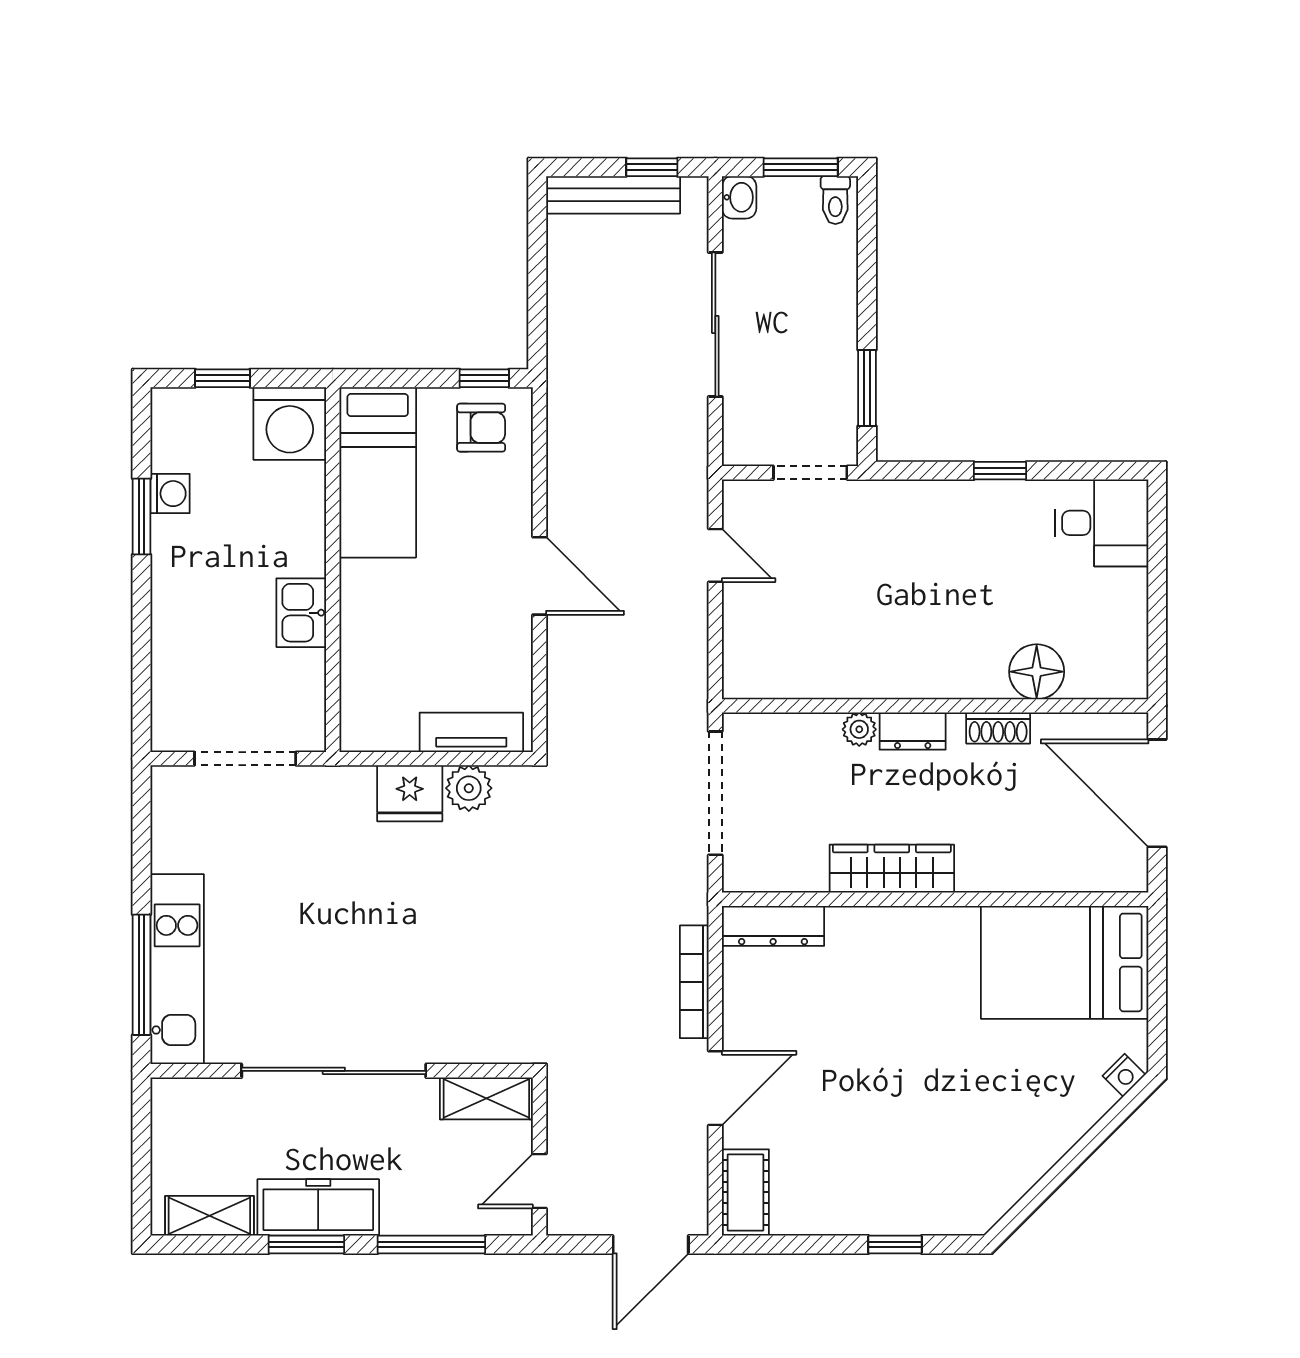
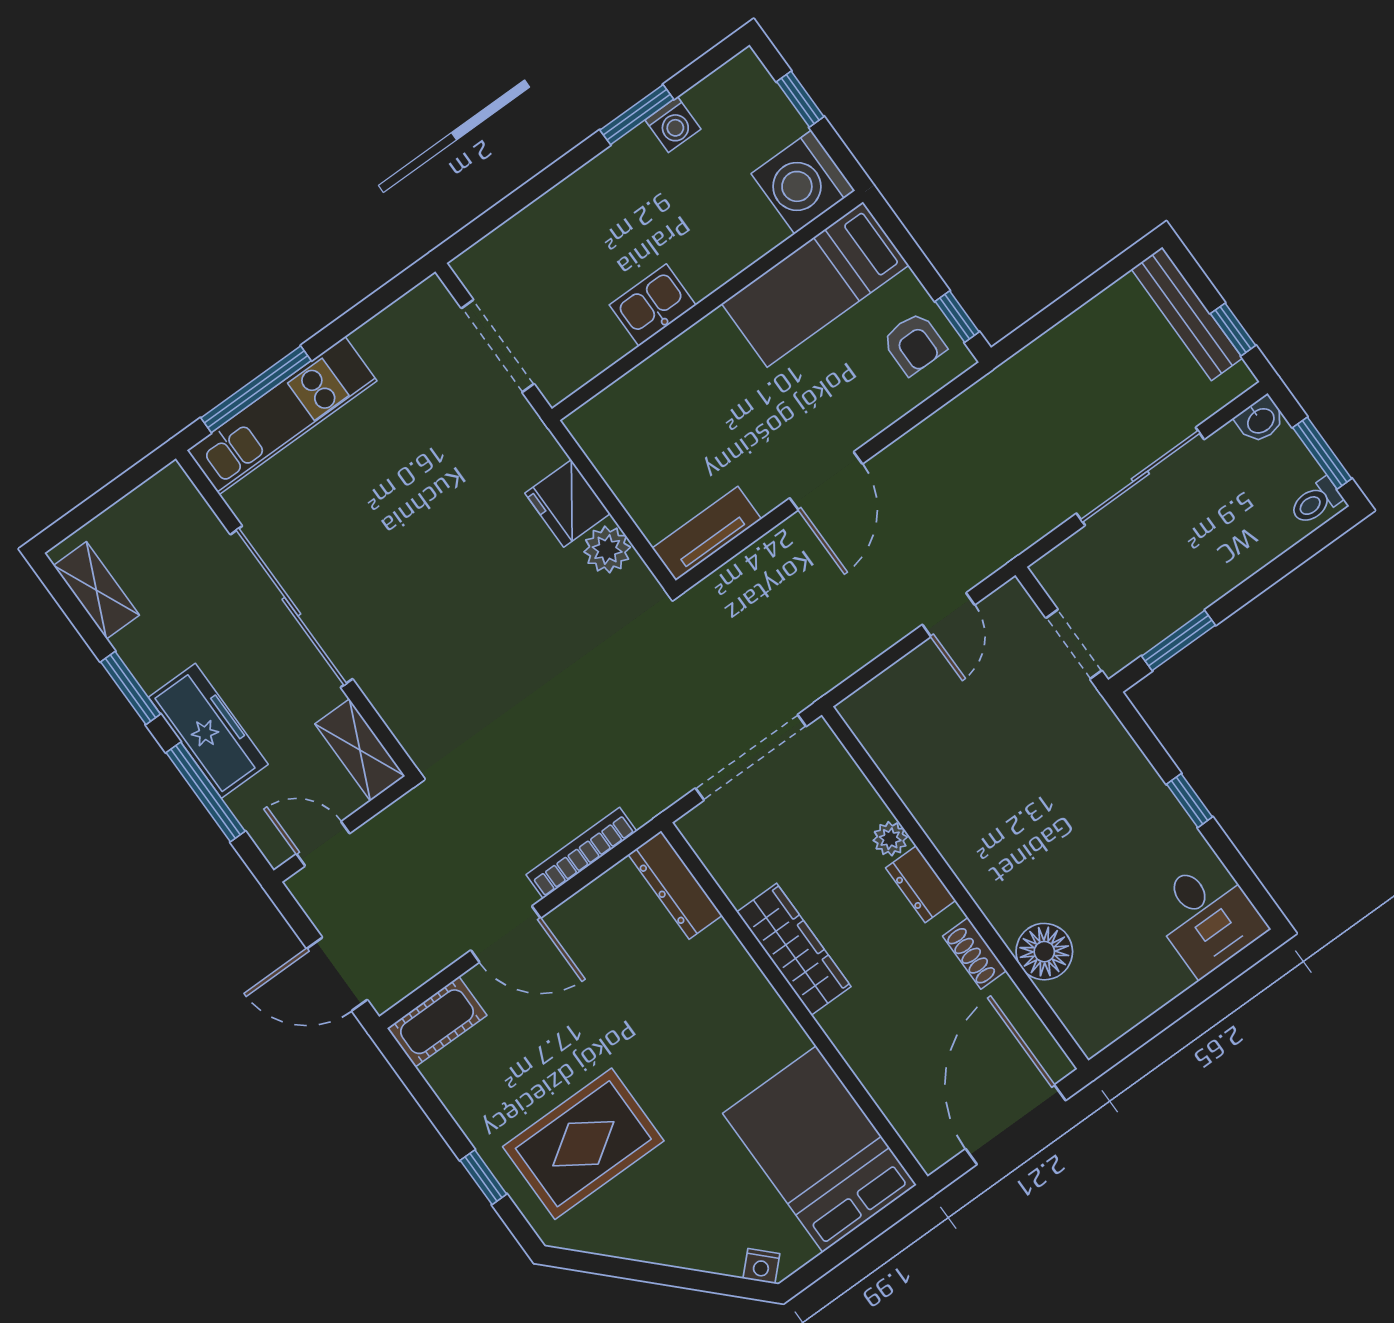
tv unit: (471, 732) -> (707, 534), moved, turned -90
rug: (926, 1146) -> (583, 1144), added
freezer: (318, 1207) -> (208, 731), moved

